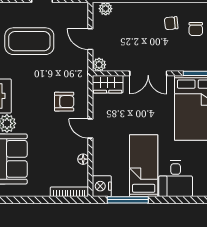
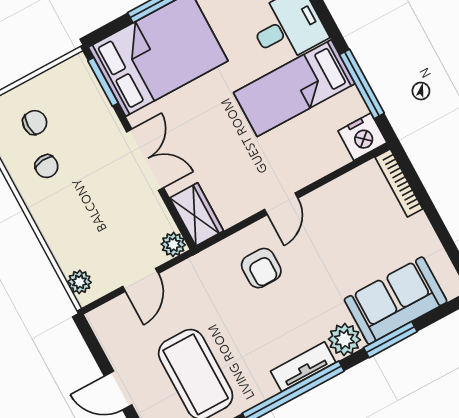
armchair: (64, 102) -> (261, 268), turned 180
floor lamp: (83, 159) -> (336, 189), removed

